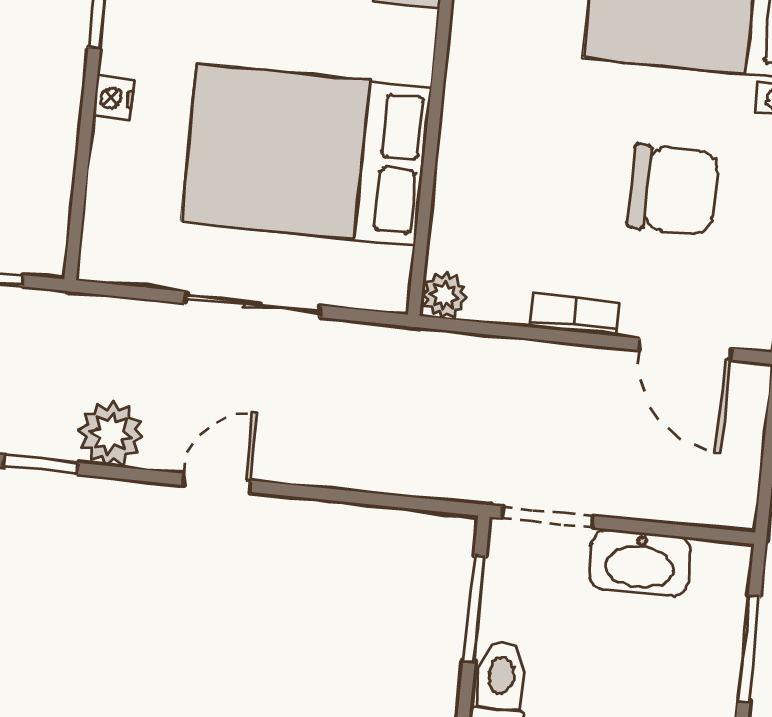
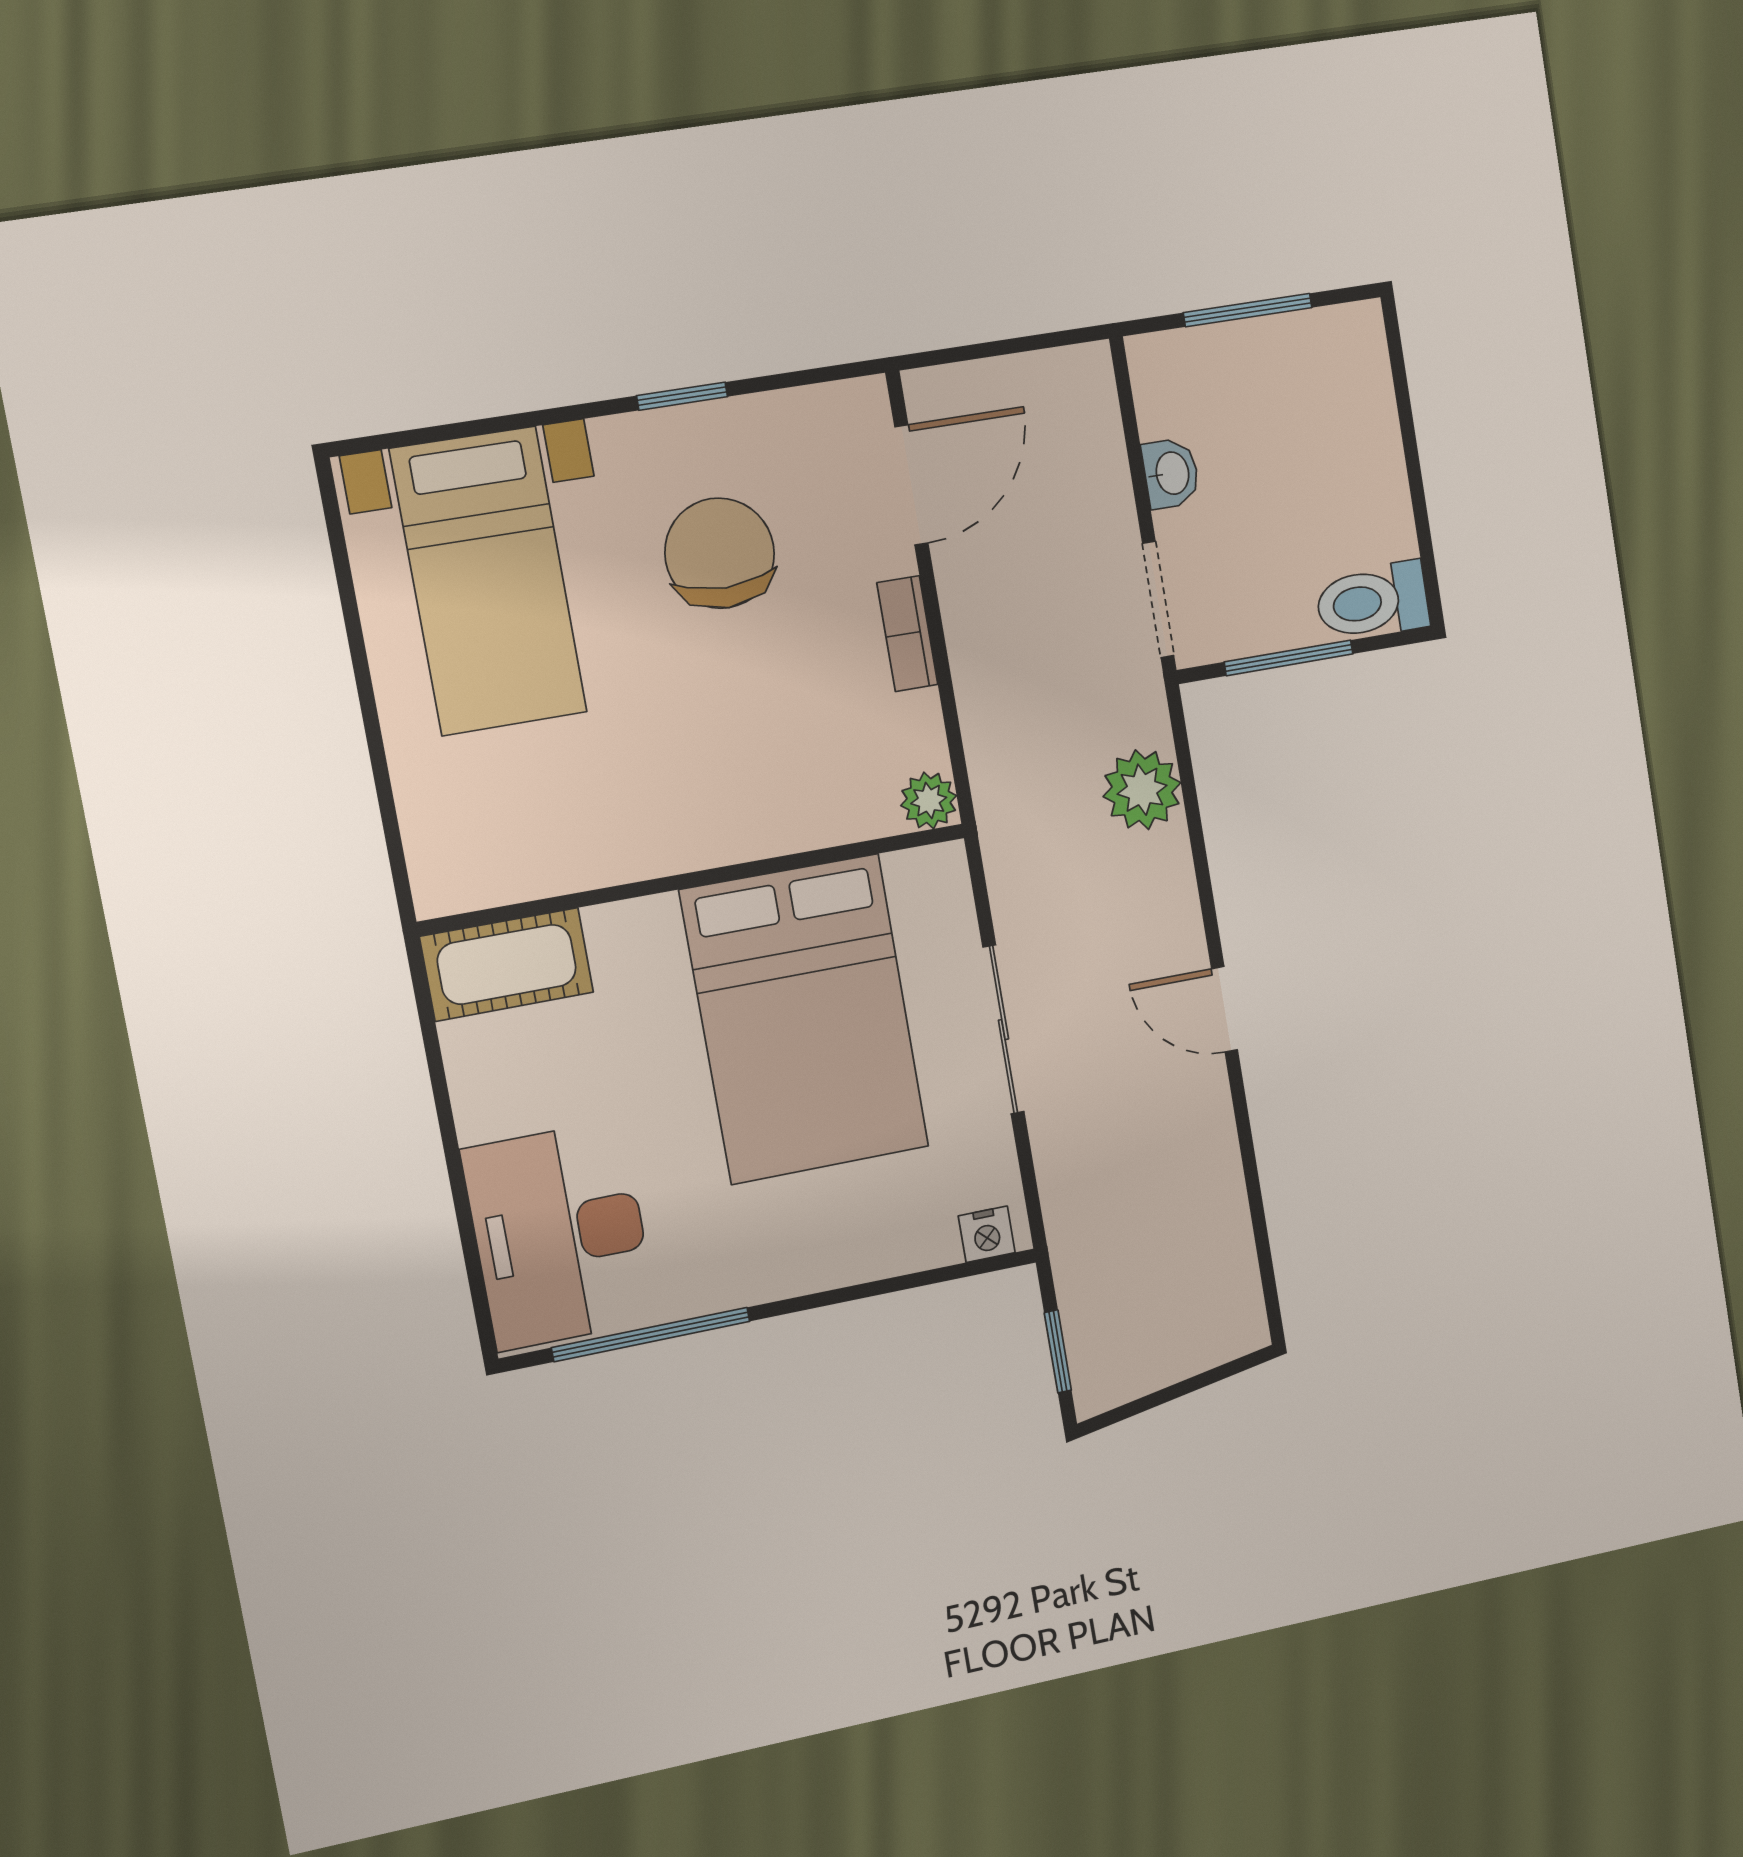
nightstand: (114, 98) -> (987, 1234), moved
plant: (111, 434) -> (1142, 790), moved
window: (41, 465) -> (1259, 1222), removed
washbasin: (640, 563) -> (1171, 473), width x0.52, depth x0.69

